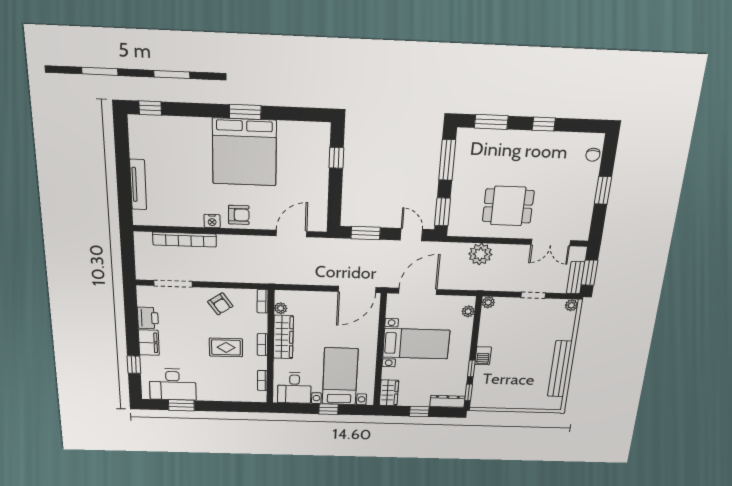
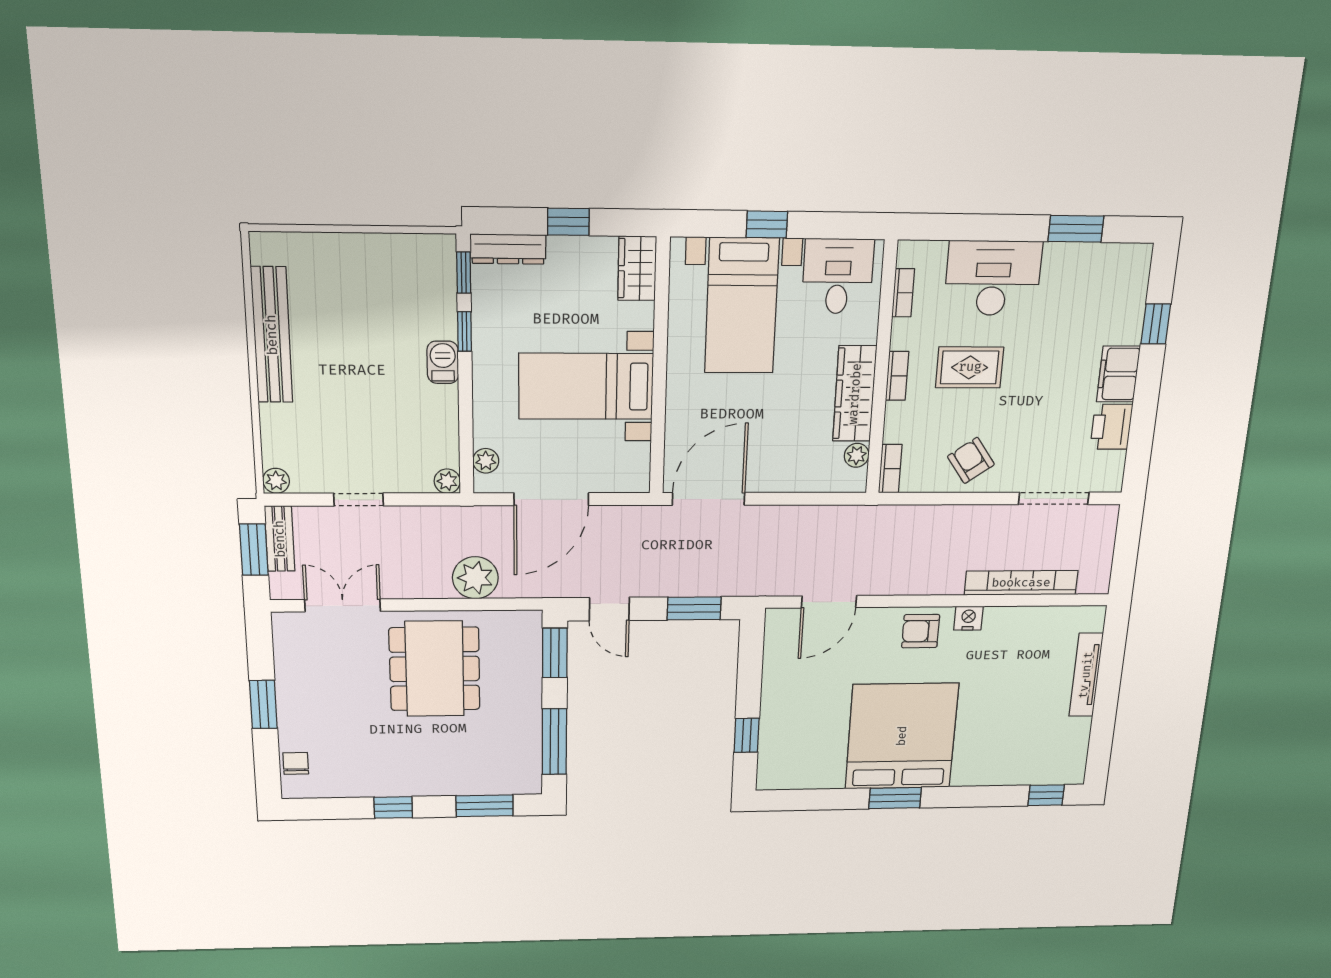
dining table: (508, 206) -> (435, 669), width x1.38
door: (418, 291) -> (551, 499), moved
desk: (173, 384) -> (993, 278), moved

